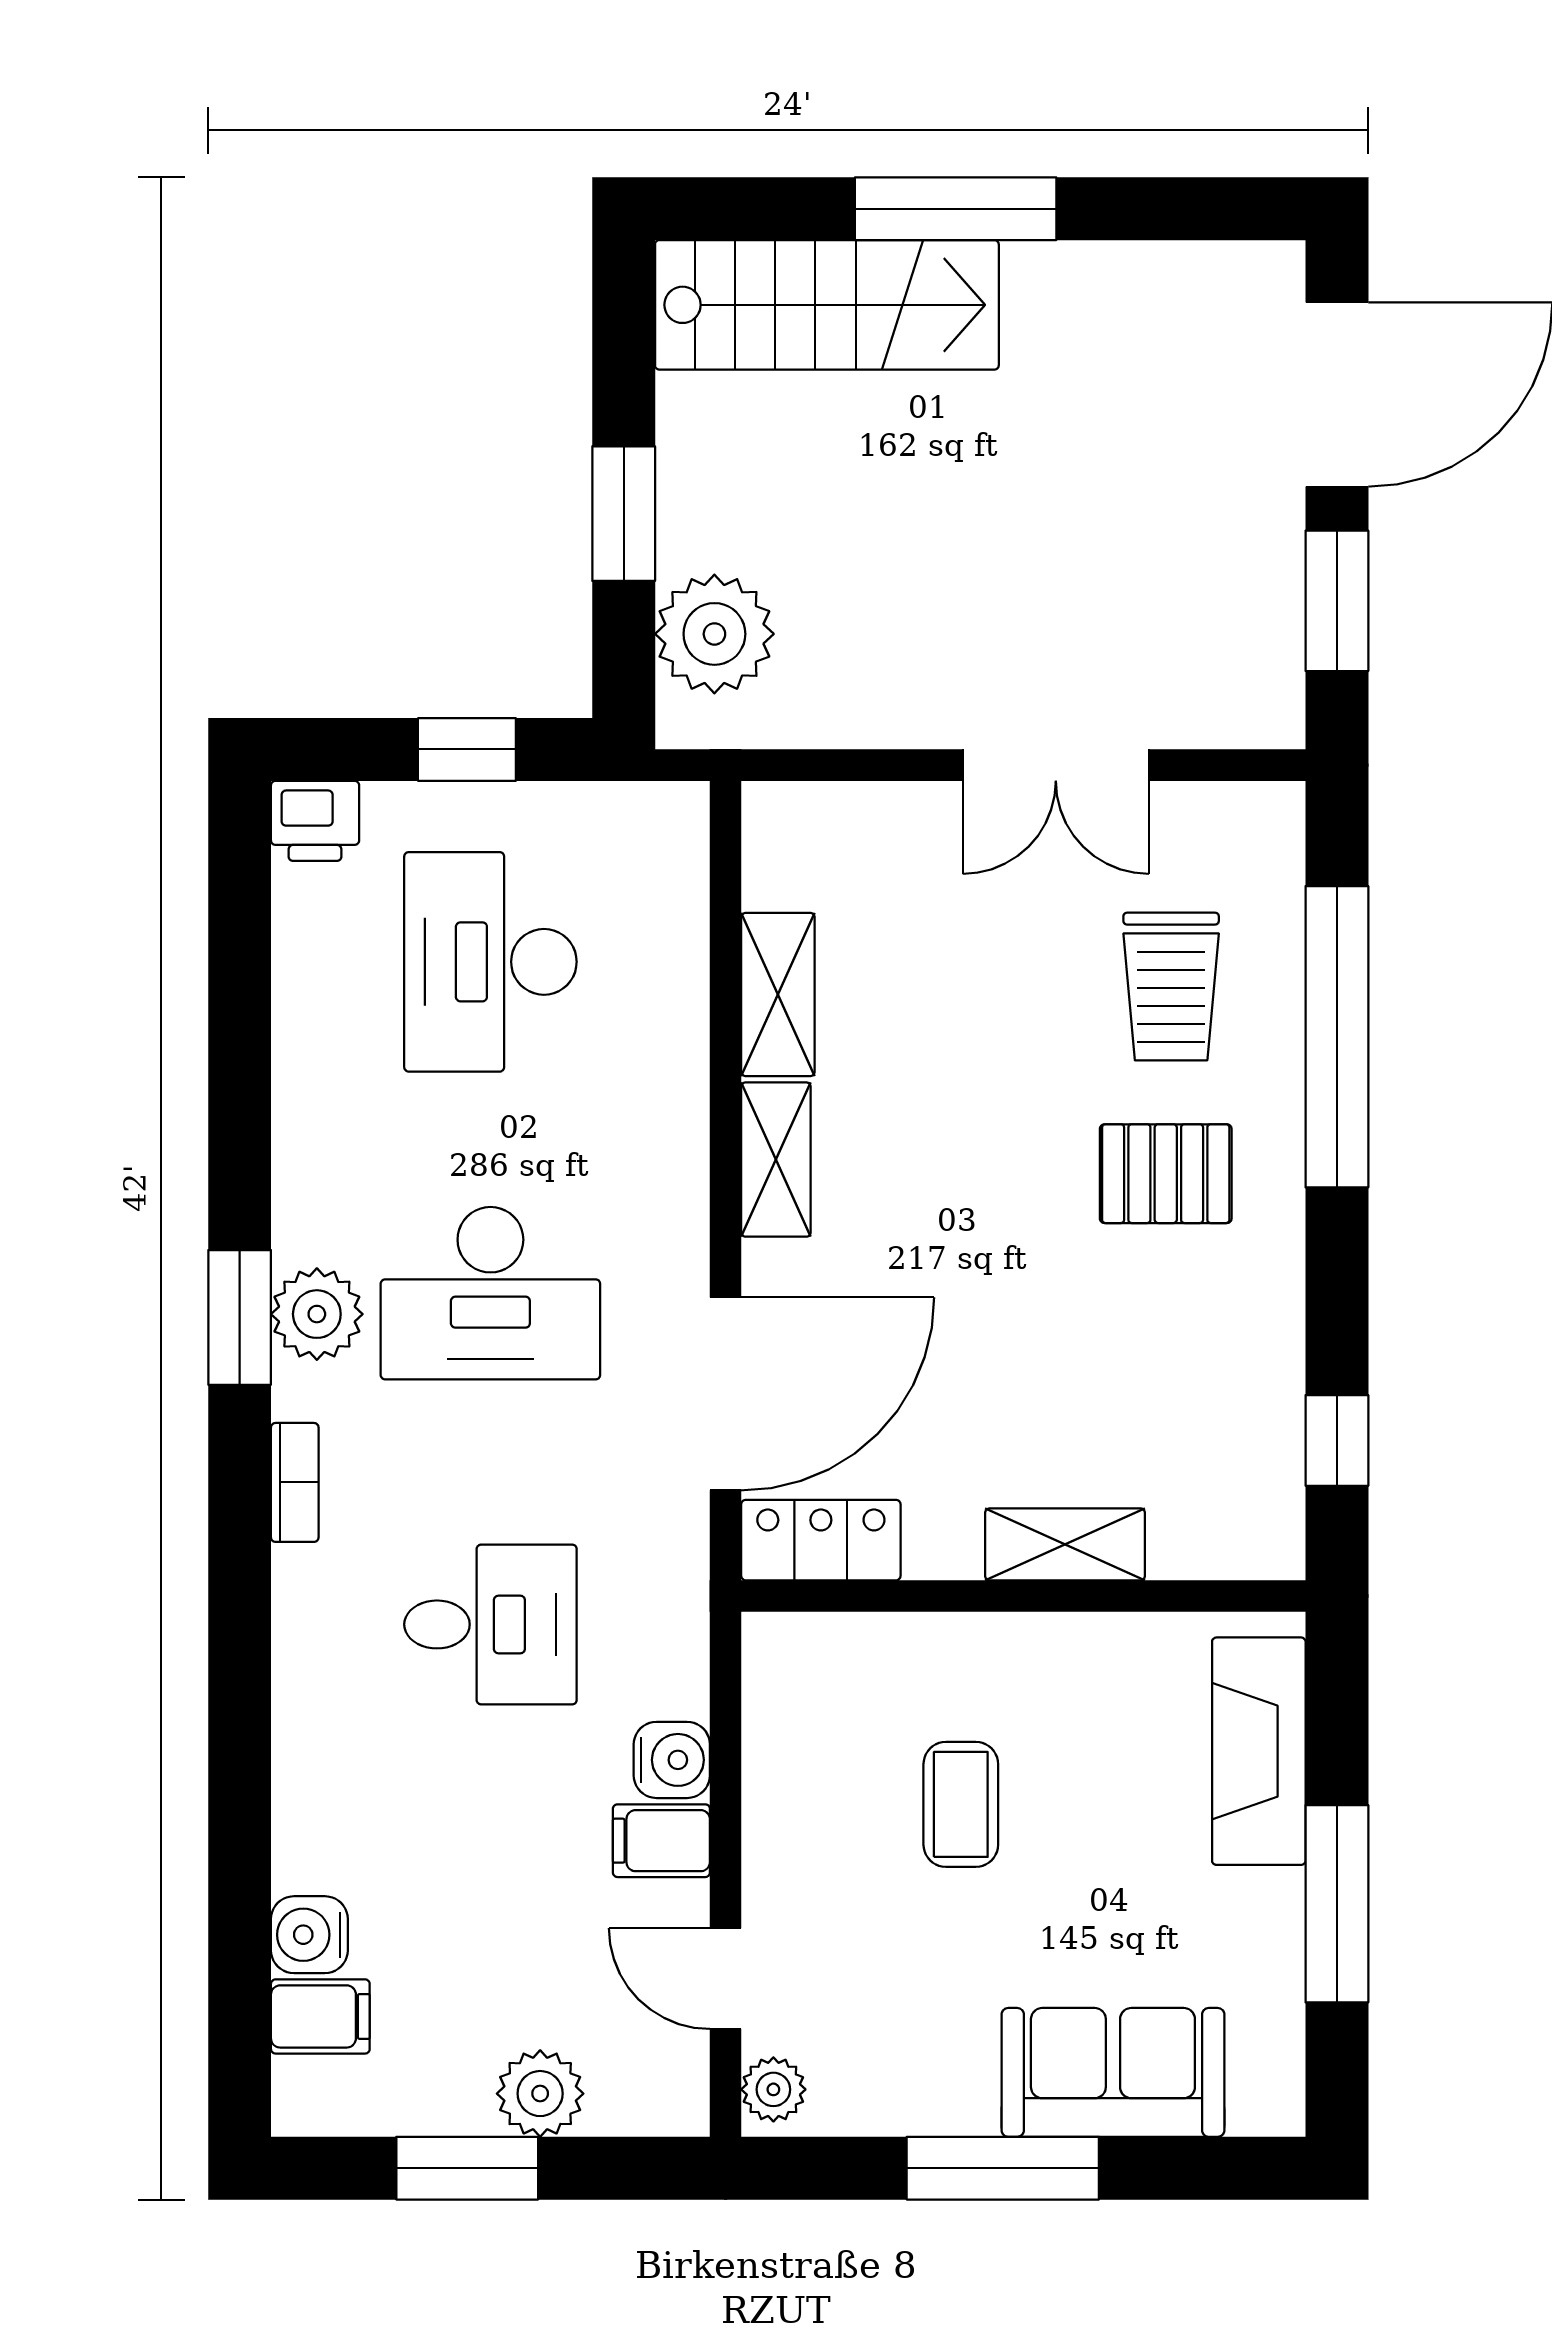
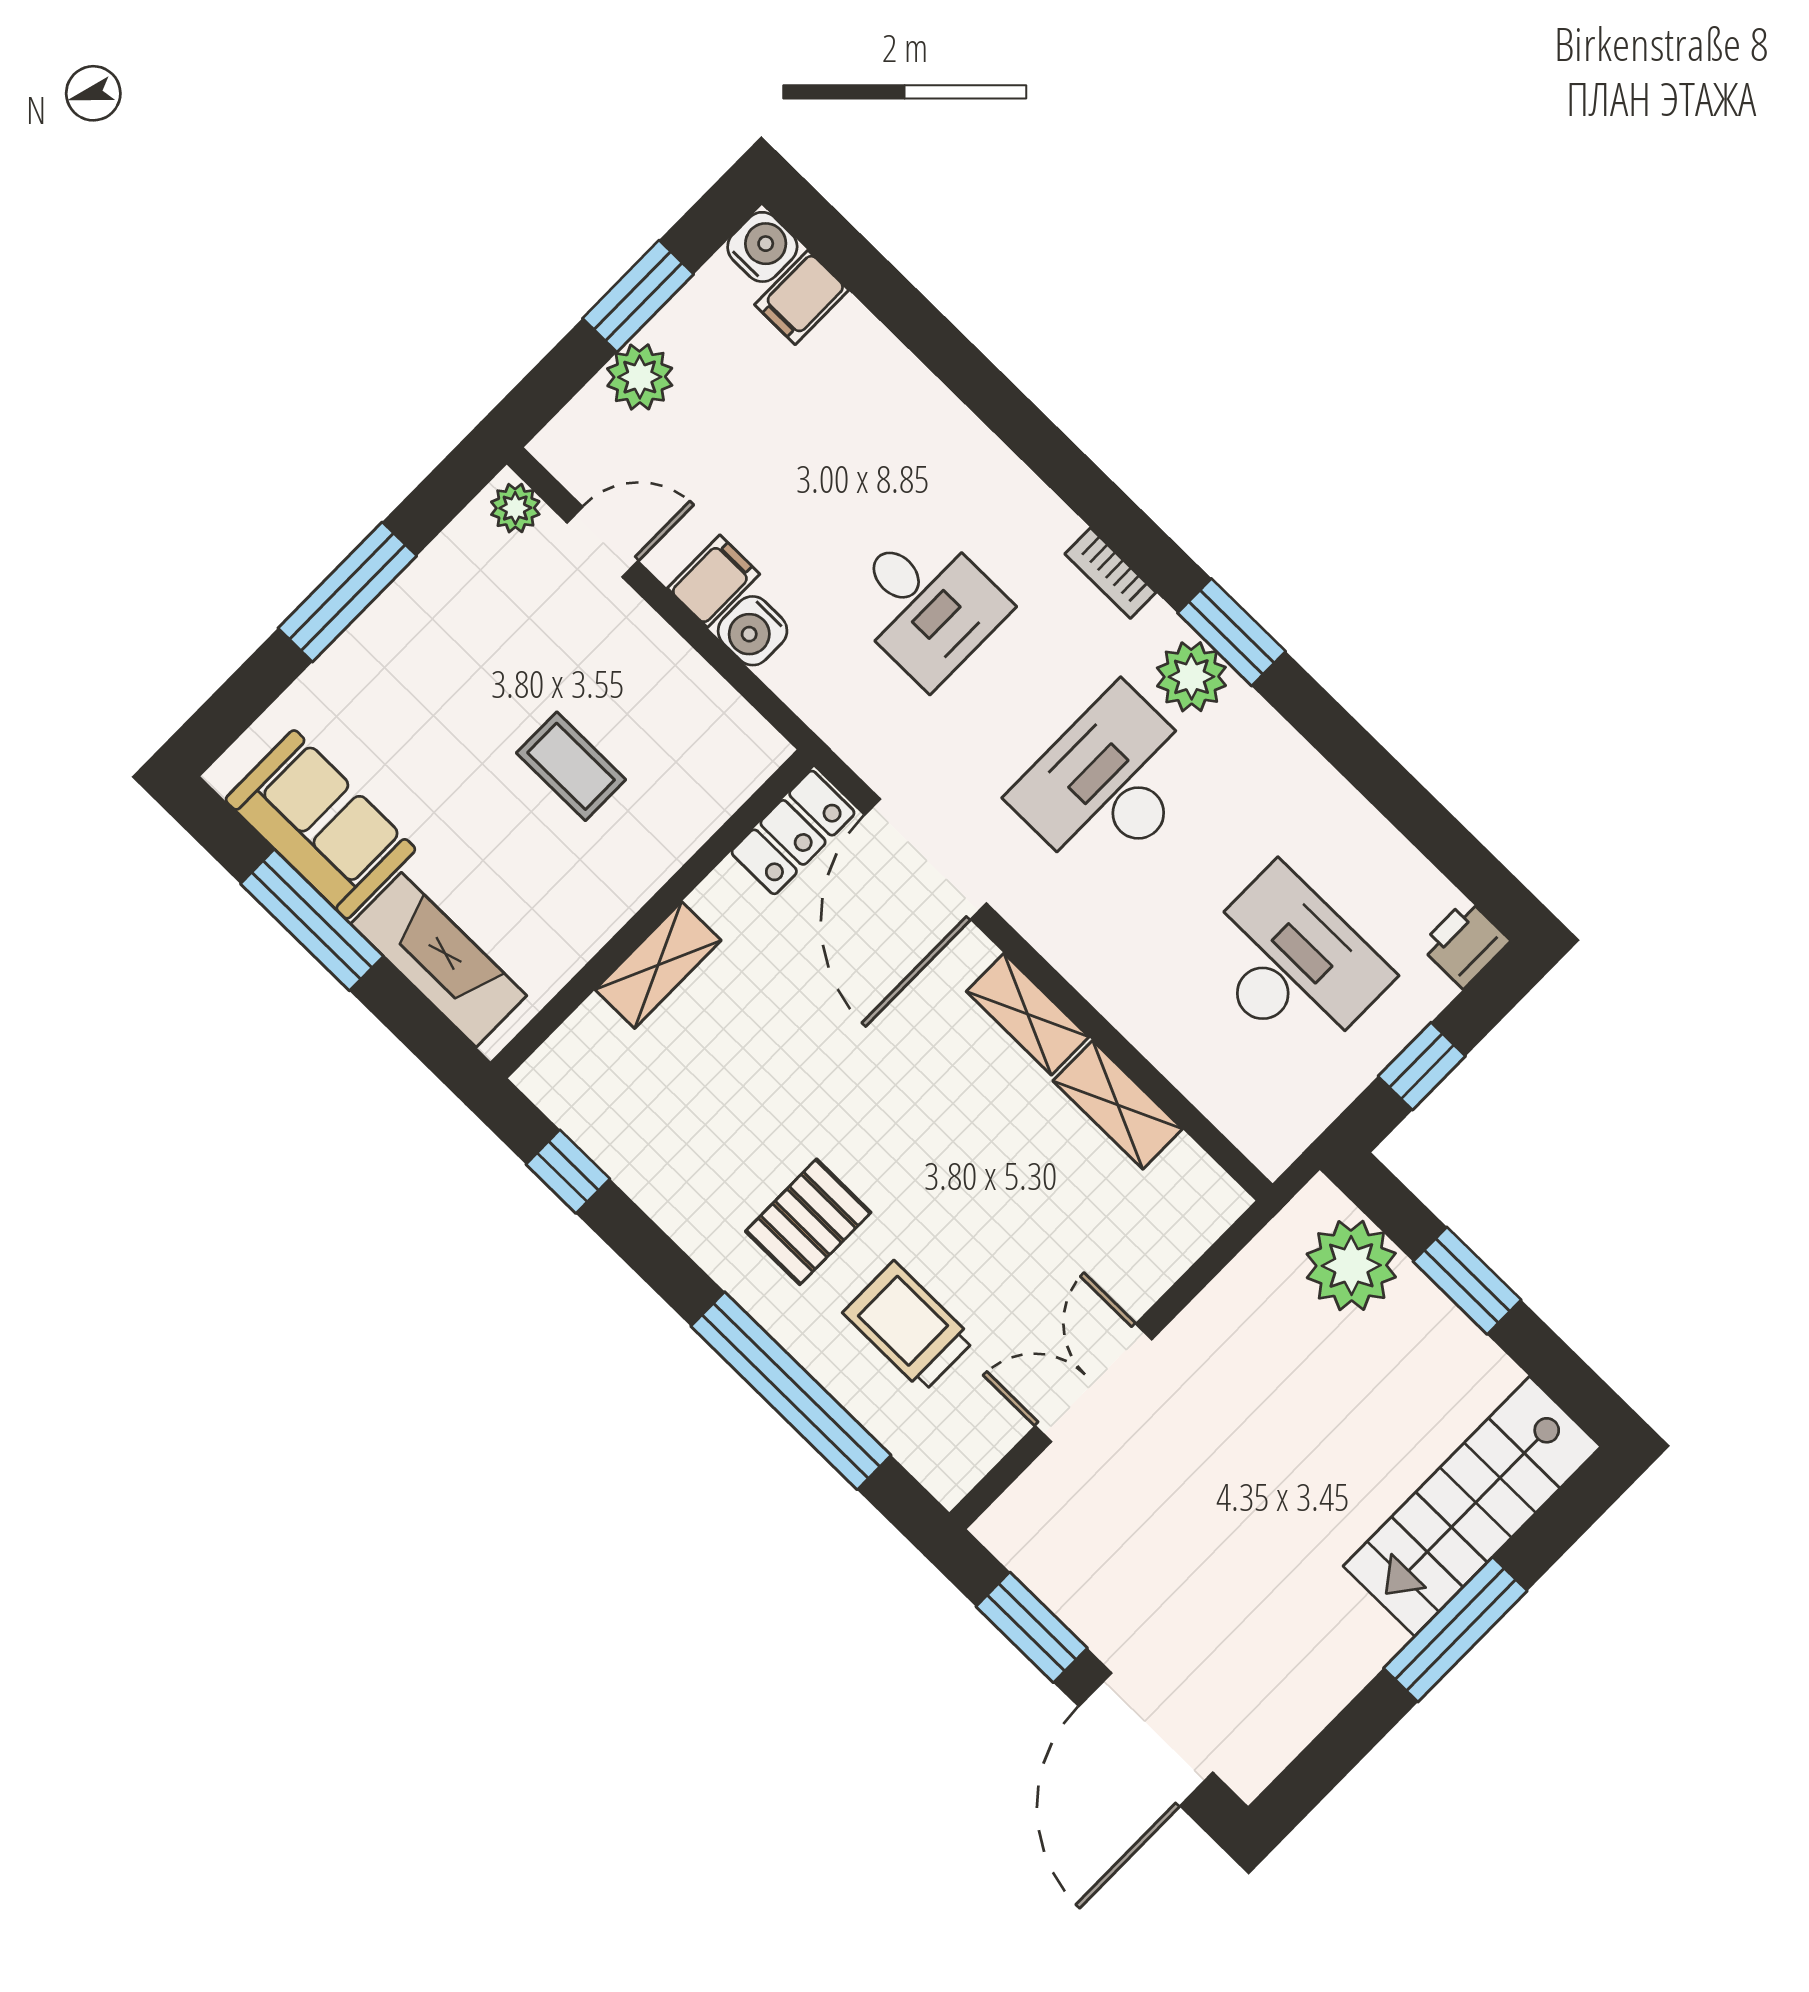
desk: (490, 1624) -> (926, 604), turned -90
water cooler: (309, 1935) -> (762, 247), moved
sofa: (1113, 2072) -> (320, 824), moved, turned -90

